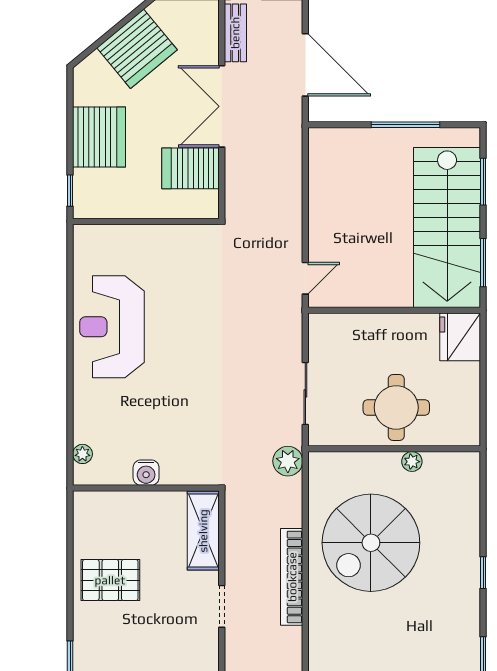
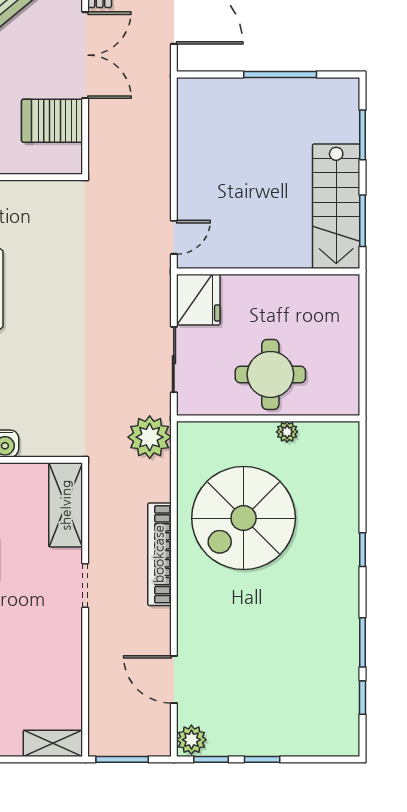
double door: (222, 106) -> (85, 55), swing flipped
stairs: (447, 228) -> (336, 206), width x0.73, depth x0.66
fridge: (460, 337) -> (198, 300), moved, turned 180
plant: (288, 461) -> (150, 437), width x1.36, depth x1.36

